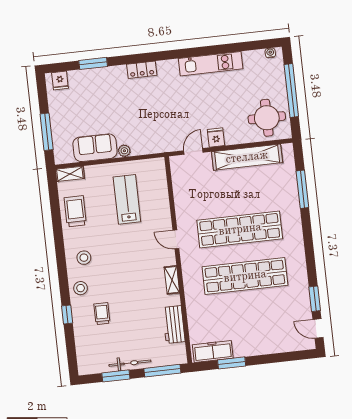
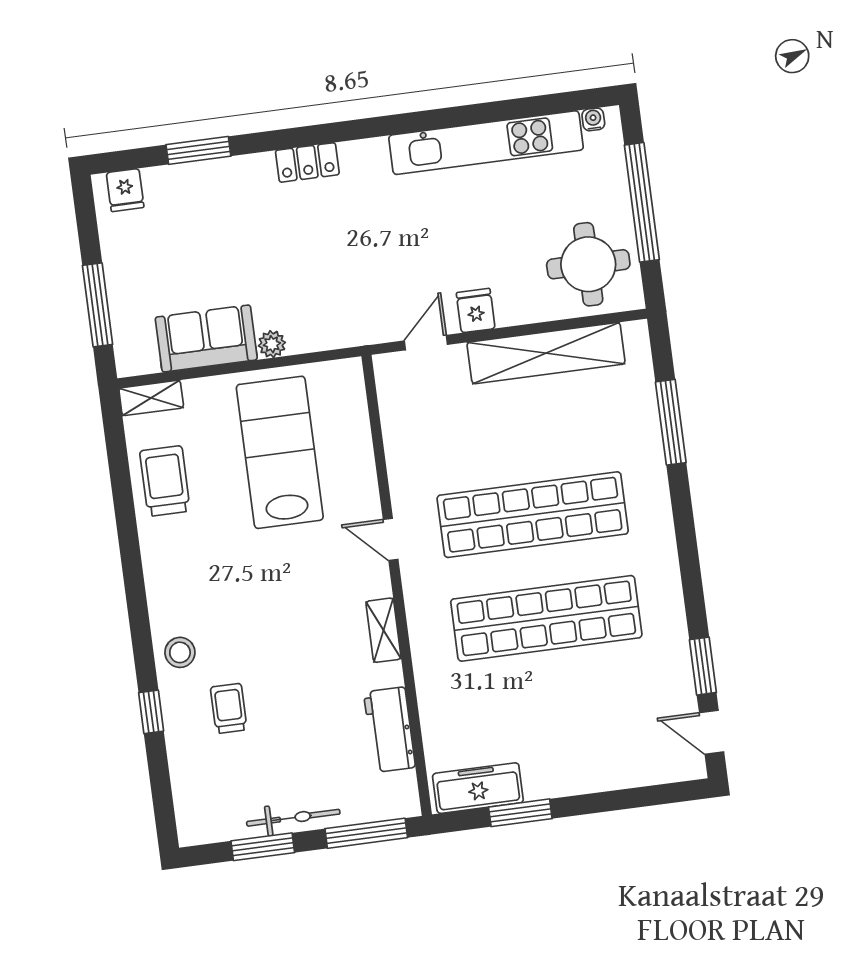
kitchen unit: (211, 64) -> (486, 143), width x1.36
lab bench: (127, 199) -> (280, 452), width x1.36, depth x1.39
stool: (84, 258) -> (186, 584), removed

